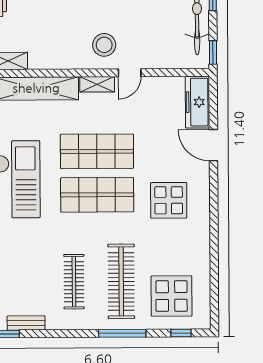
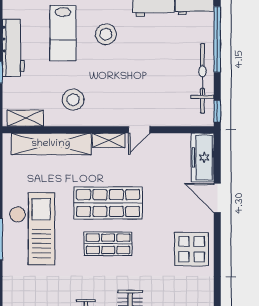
stool: (104, 45) -> (73, 100), moved
shop shelf: (97, 195) -> (108, 244), width x0.70, depth x0.74
display table: (169, 200) -> (192, 249), moved

